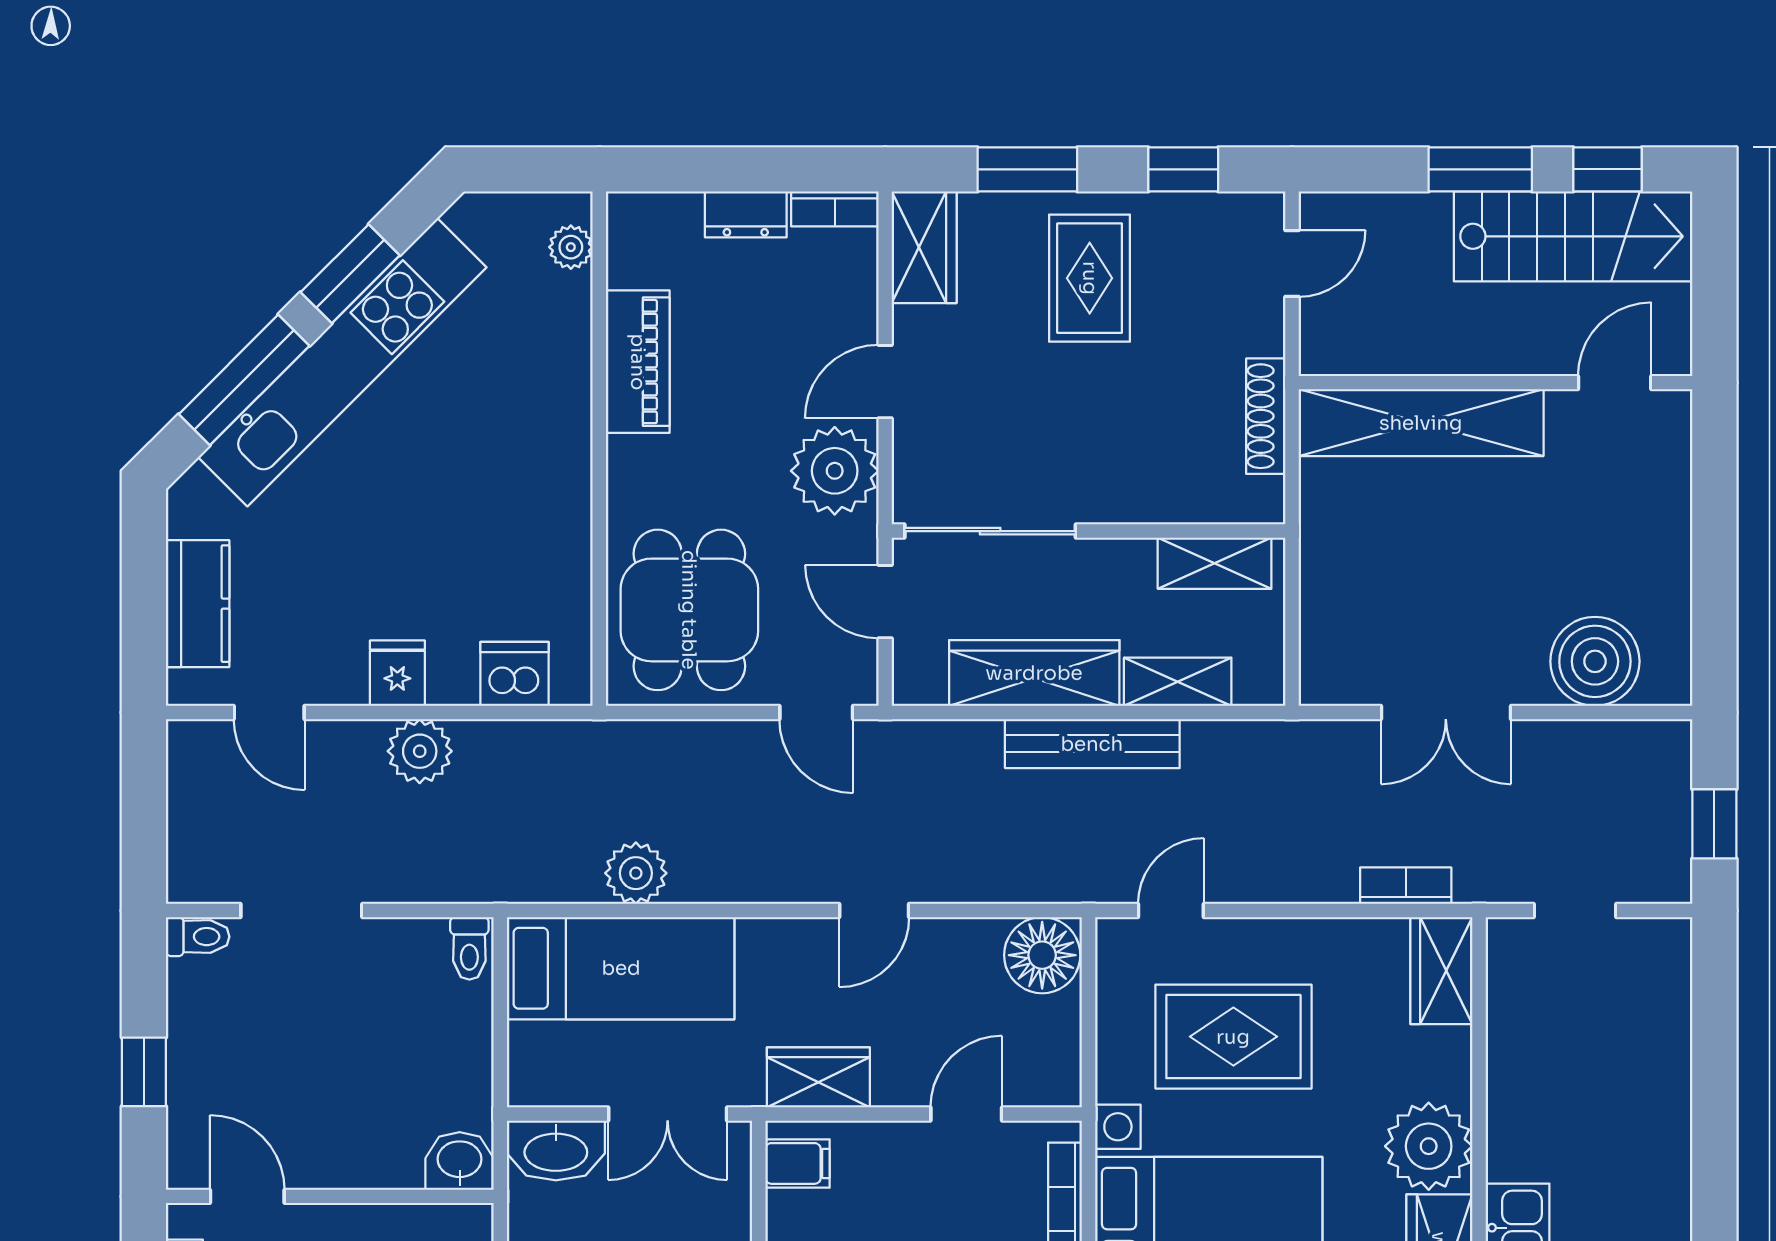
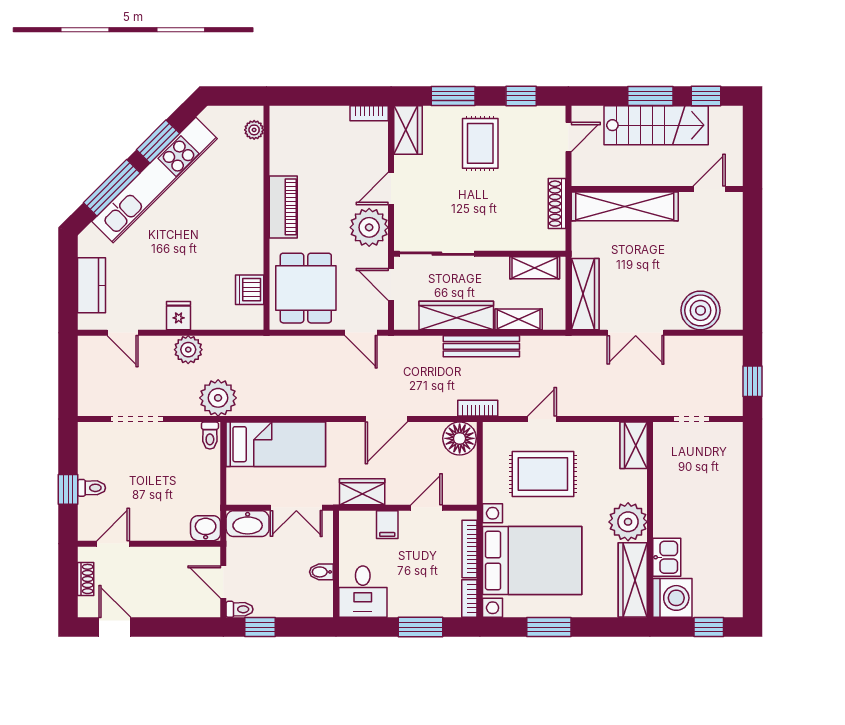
dresser: (746, 214) -> (330, 116), removed
stairs: (1573, 236) -> (656, 125), moved
piano: (638, 362) -> (283, 207), moved
wardrobe: (1330, 624) -> (585, 294), added
dishwasher: (514, 674) -> (250, 290), moved, turned -90
plant: (636, 873) -> (218, 398), moved, width x1.36, depth x1.36
bookcase: (1406, 886) -> (478, 408), moved
door: (874, 910) -> (386, 419), width x1.38
door: (1171, 910) -> (542, 419), moved
toilet: (198, 937) -> (91, 488), moved
filing cabinet: (798, 1163) -> (387, 525), moved, turned 90
door: (247, 1196) -> (113, 544), hinge flipped

